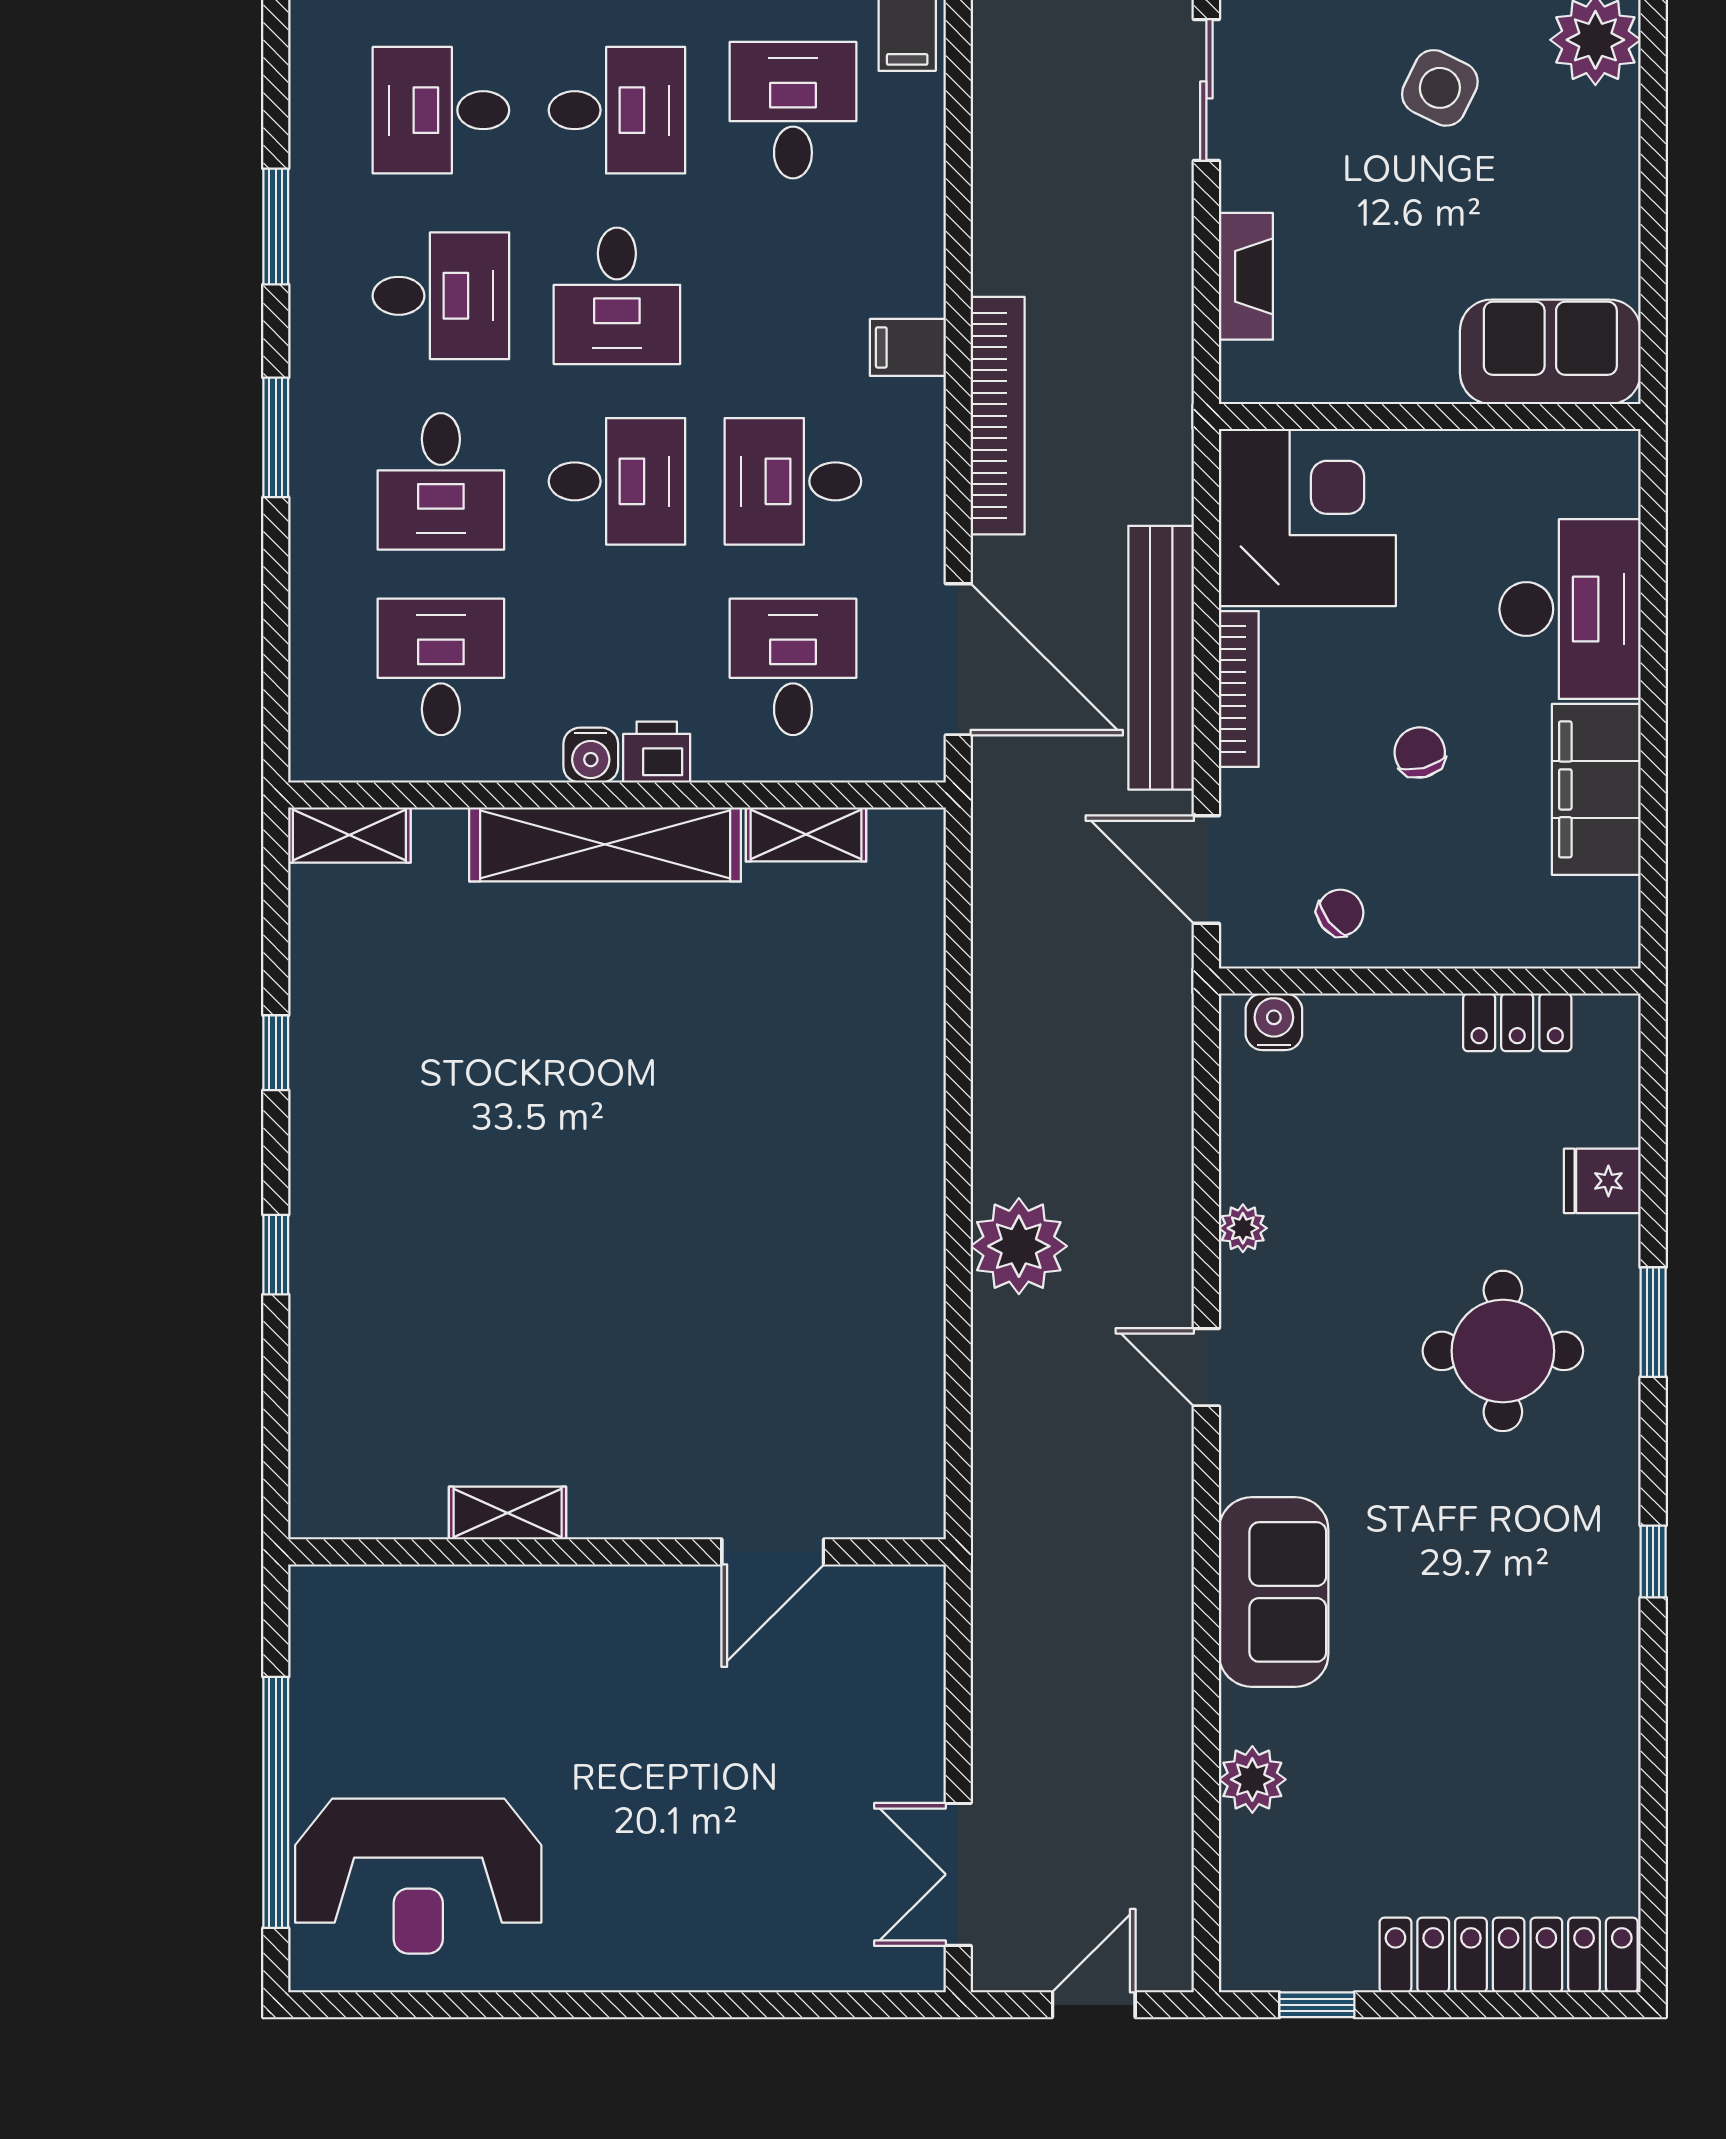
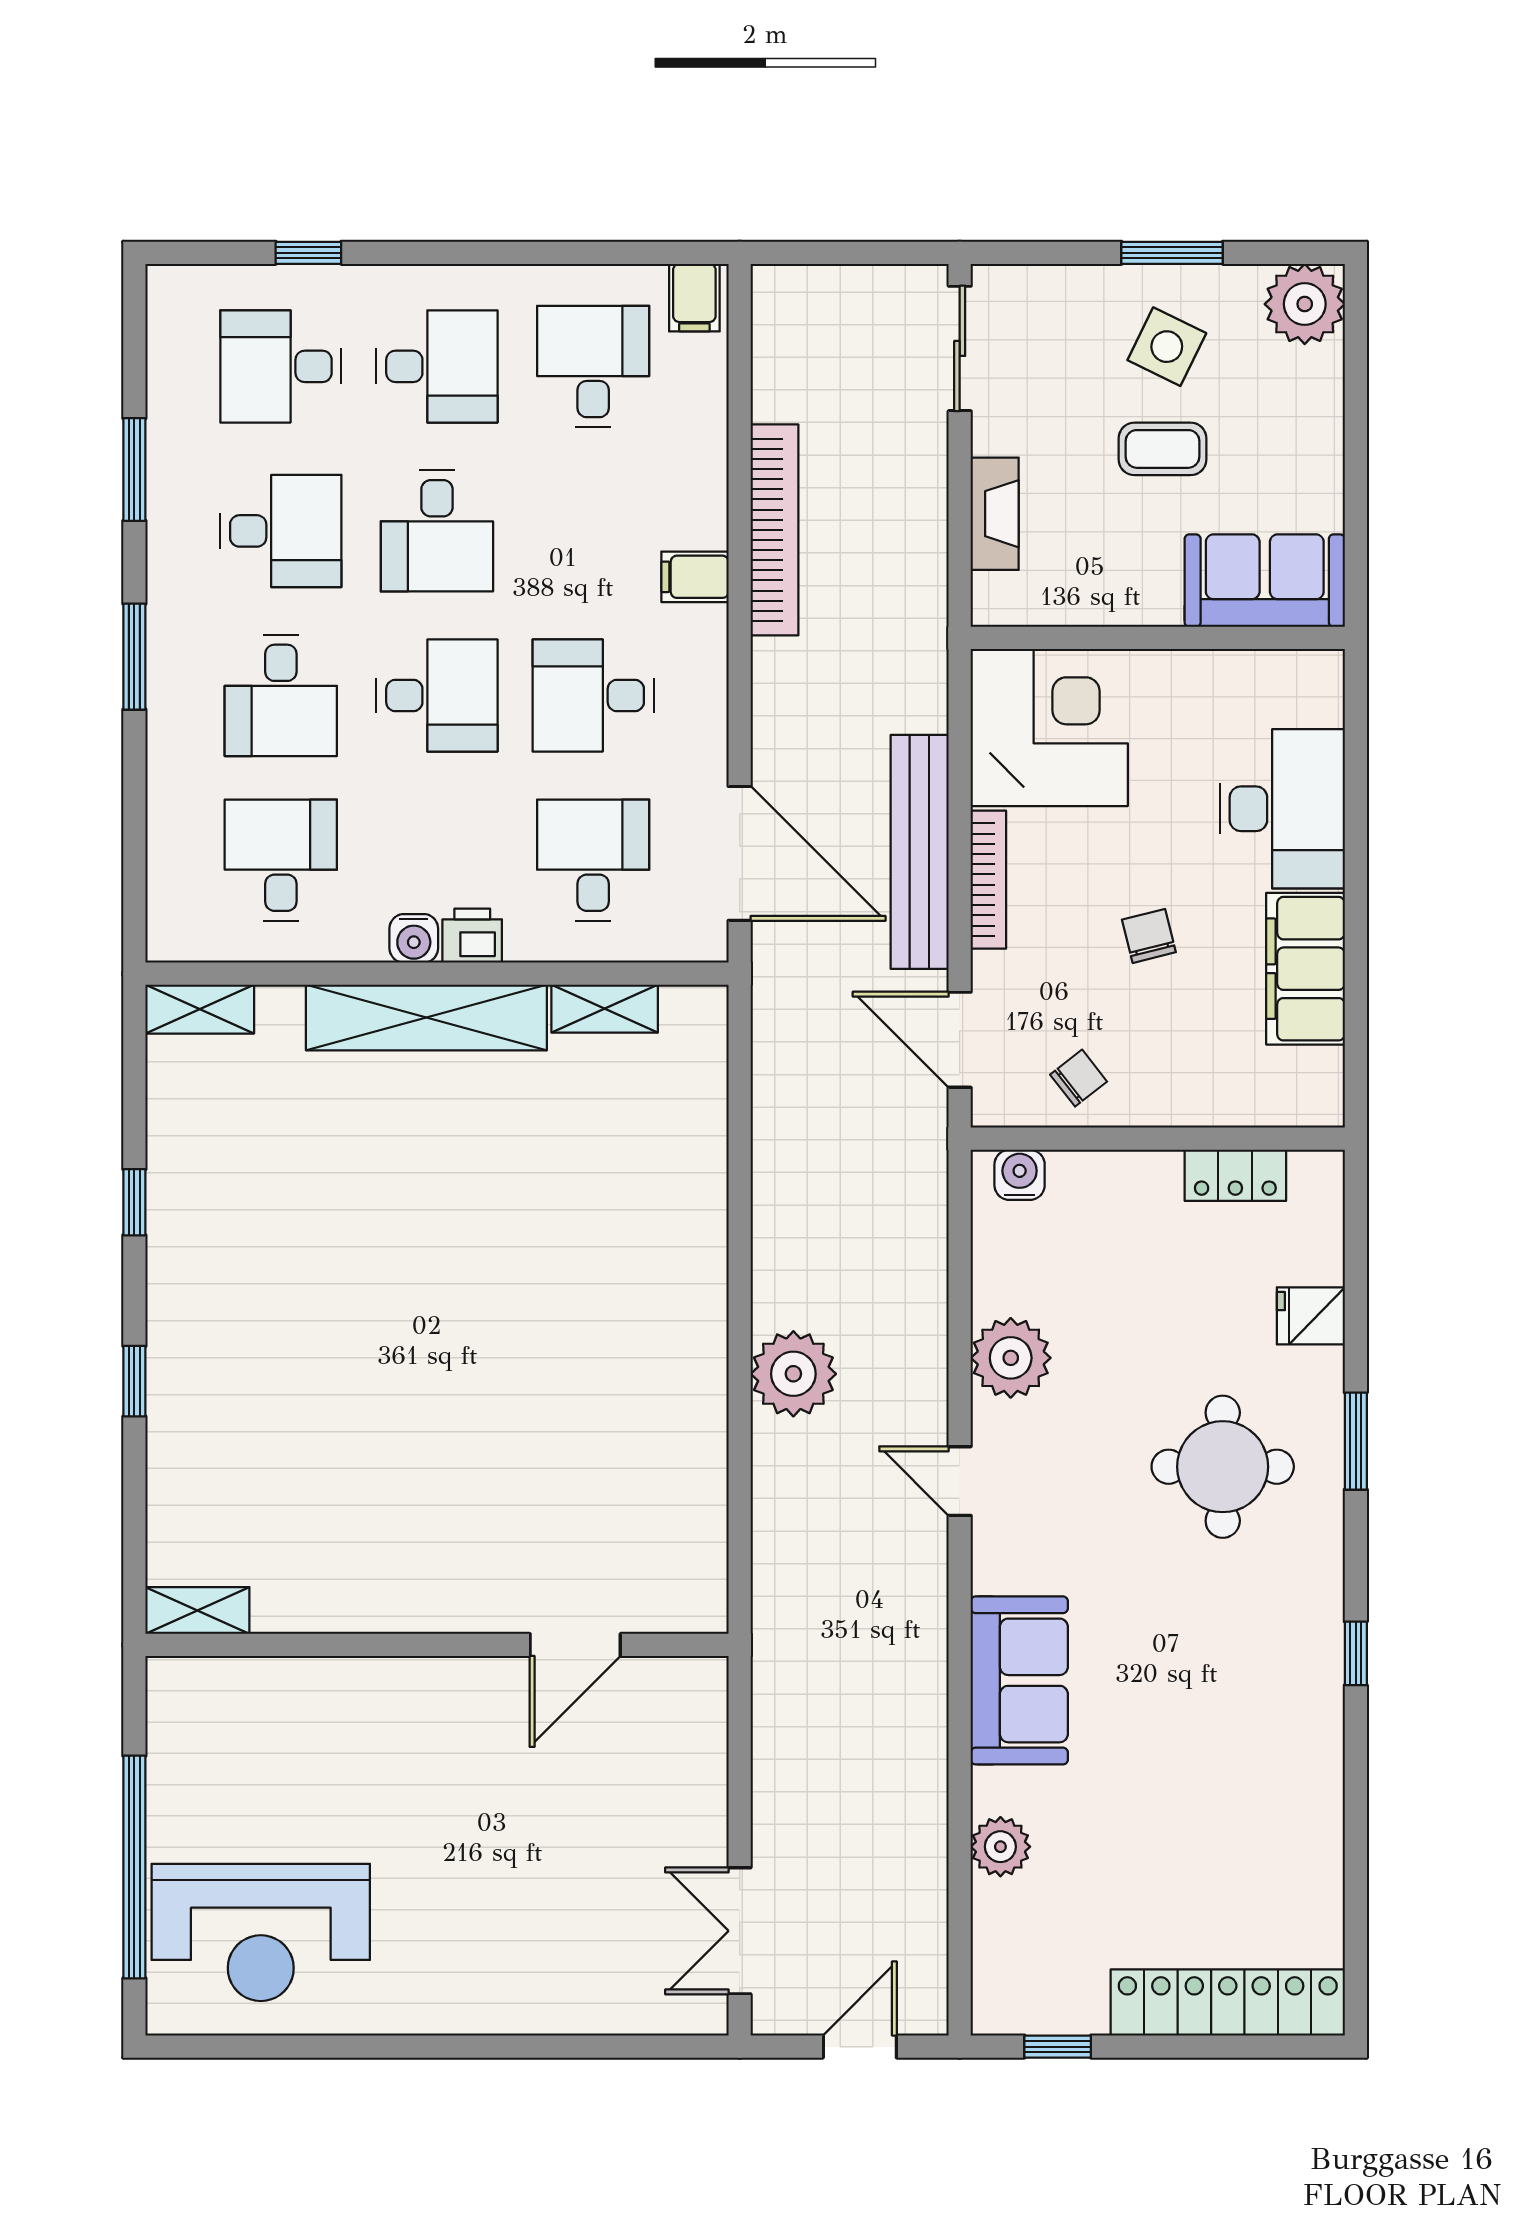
coffee table: (1435, 203) -> (1163, 449), added
bookcase: (998, 416) -> (775, 530), moved
plant: (1243, 1228) -> (1011, 1358), width x1.88, depth x1.88
shelving: (508, 1513) -> (197, 1610), moved

